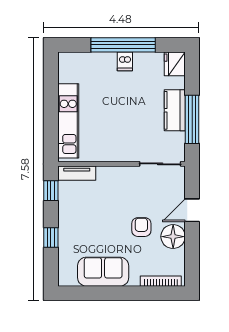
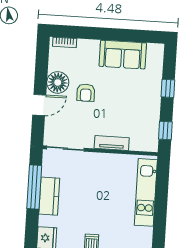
tv unit: (77, 173) -> (112, 143), moved
bookcase: (161, 281) -> (65, 42), width x0.64

